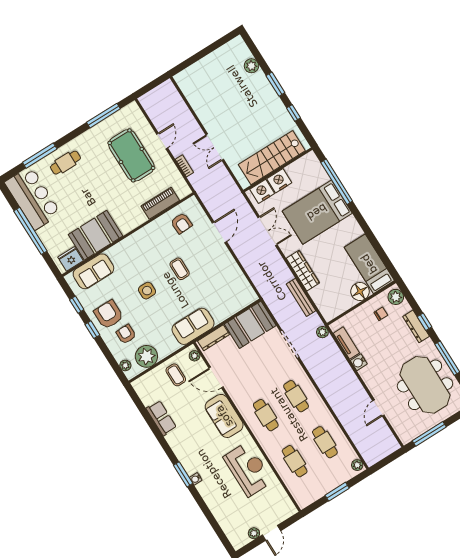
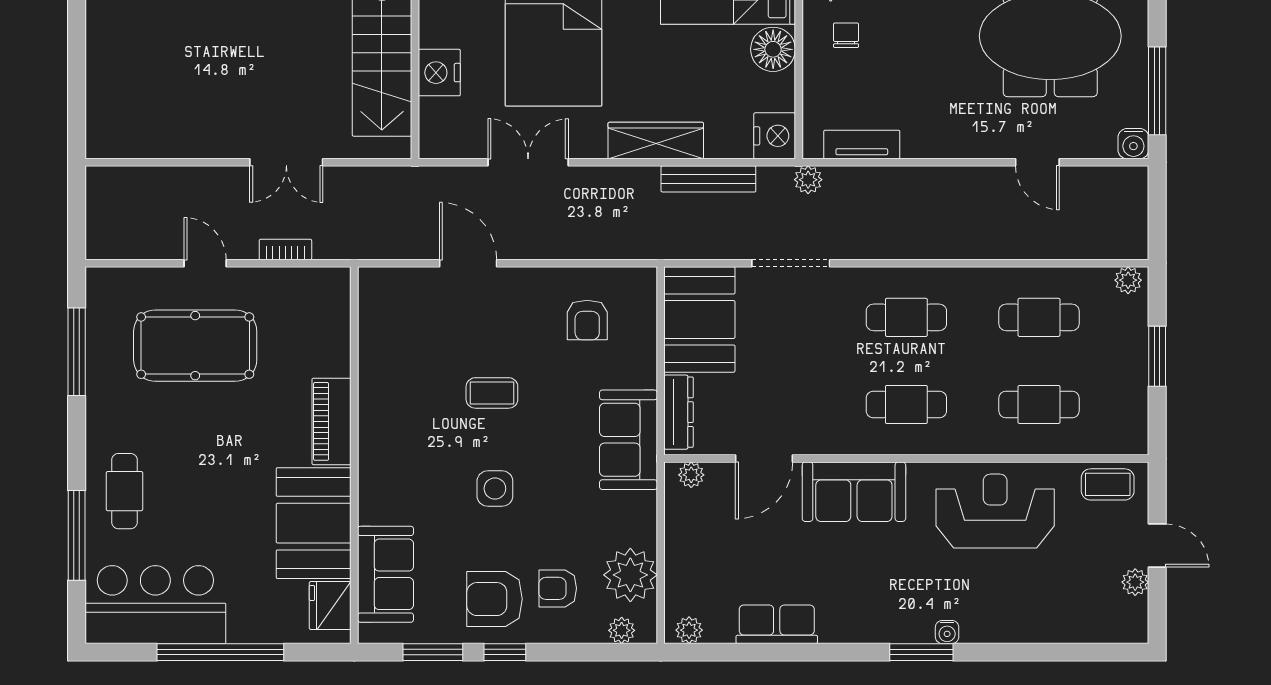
nightstand: (262, 191) -> (775, 136), moved, turned 180
piano: (160, 203) -> (332, 421), moved
armchair: (181, 223) -> (587, 320), moved, turned 93
window: (77, 305) -> (433, 652), width x1.50
water cooler: (359, 362) -> (1133, 144), moved
coffee table: (176, 375) -> (1108, 484), moved
plant: (140, 389) -> (689, 630), added

